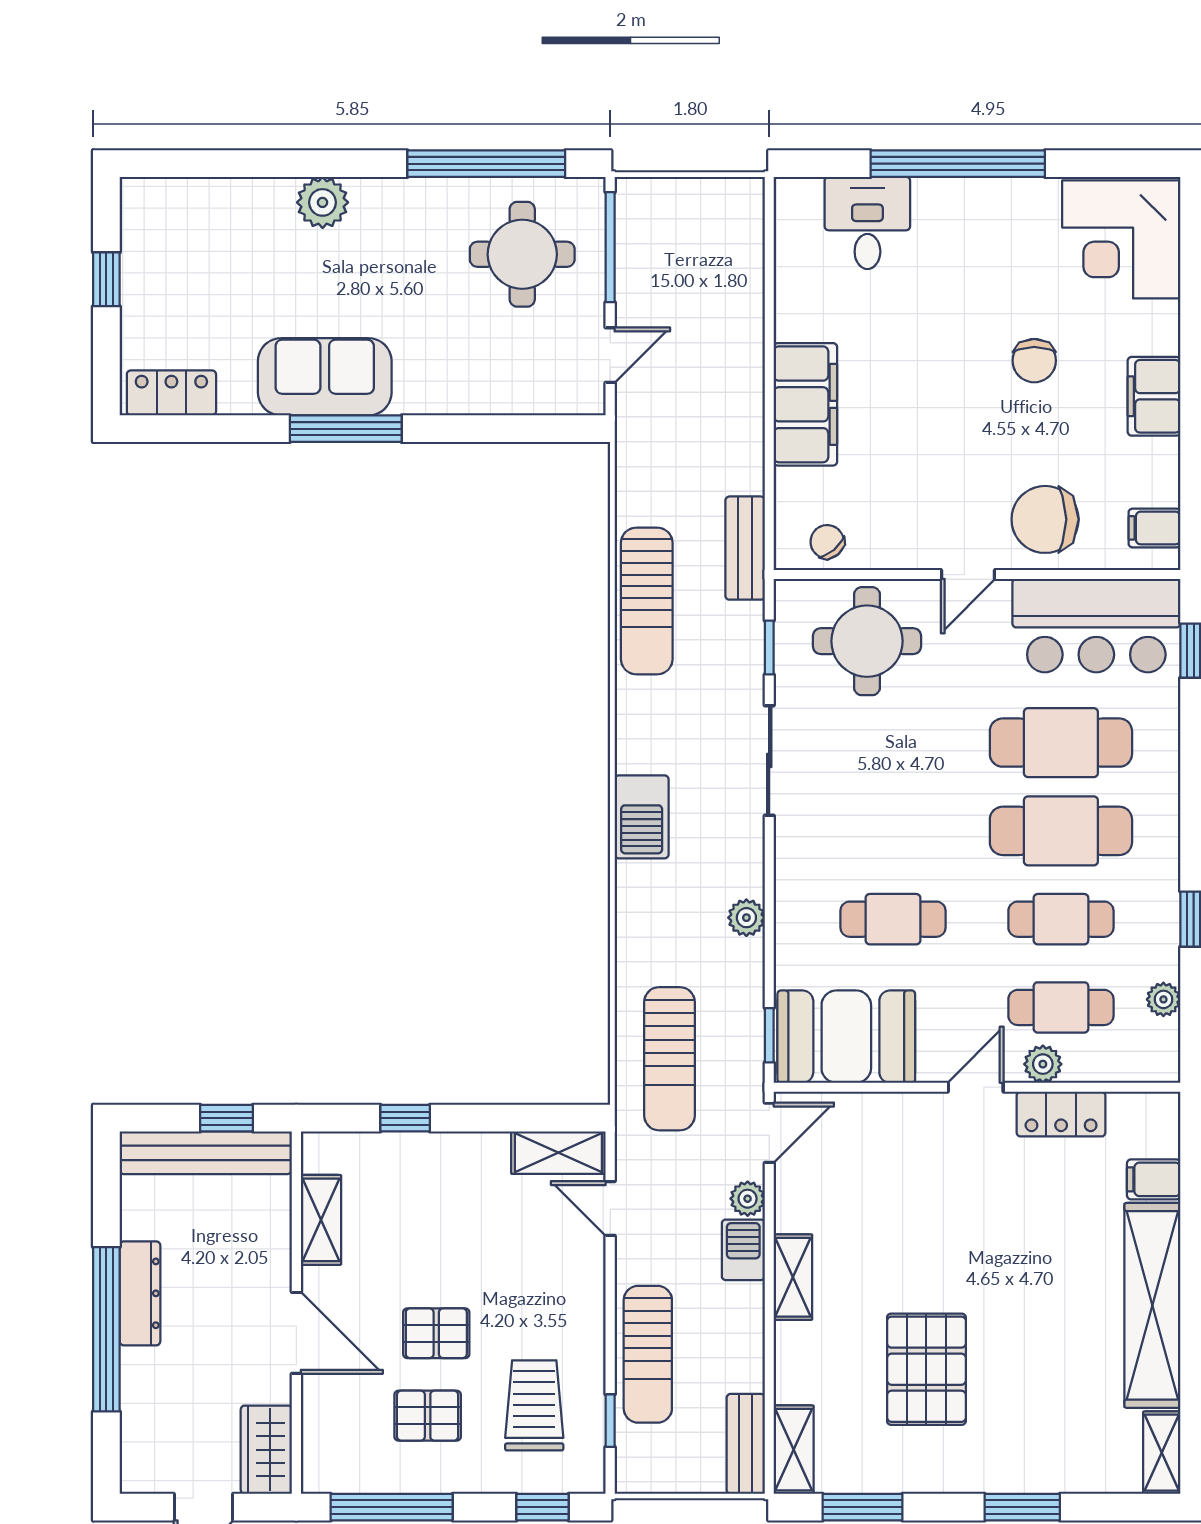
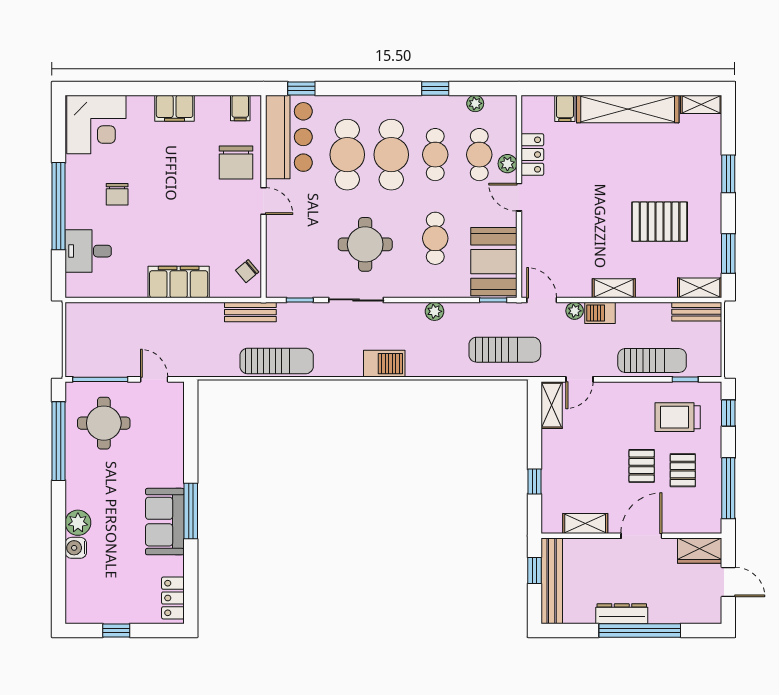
water cooler: (272, 198) -> (76, 548), added
chair: (1034, 361) -> (117, 194), moved, turned 90
round table: (867, 641) -> (365, 244), moved

